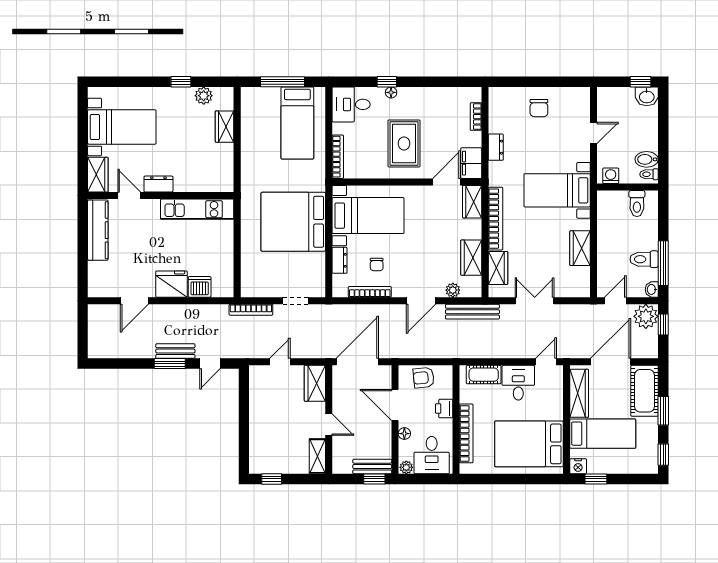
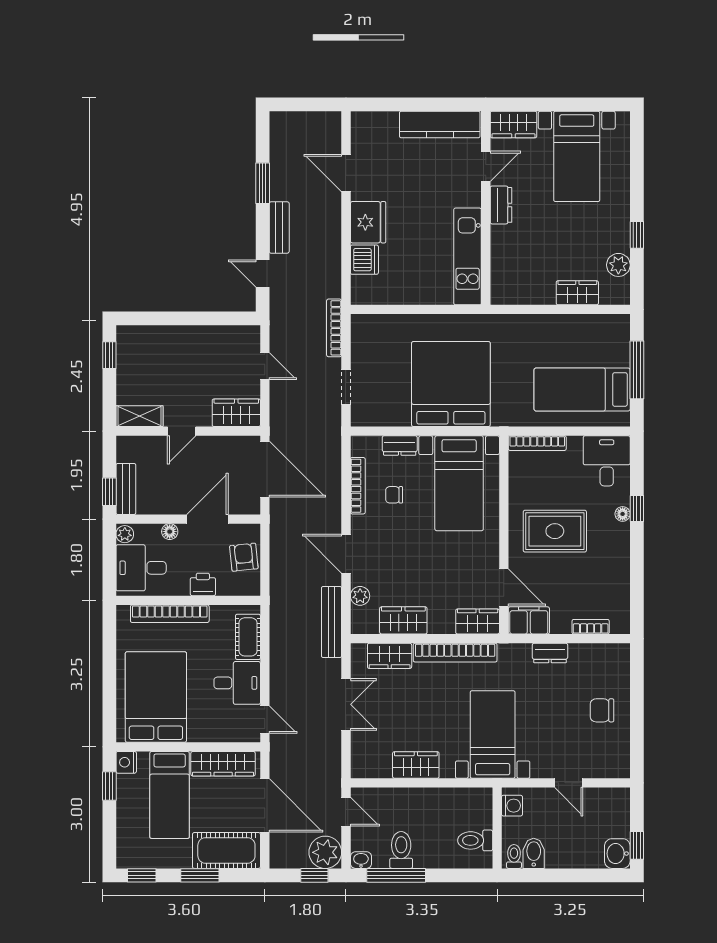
window: (170, 364) -> (263, 183), moved

